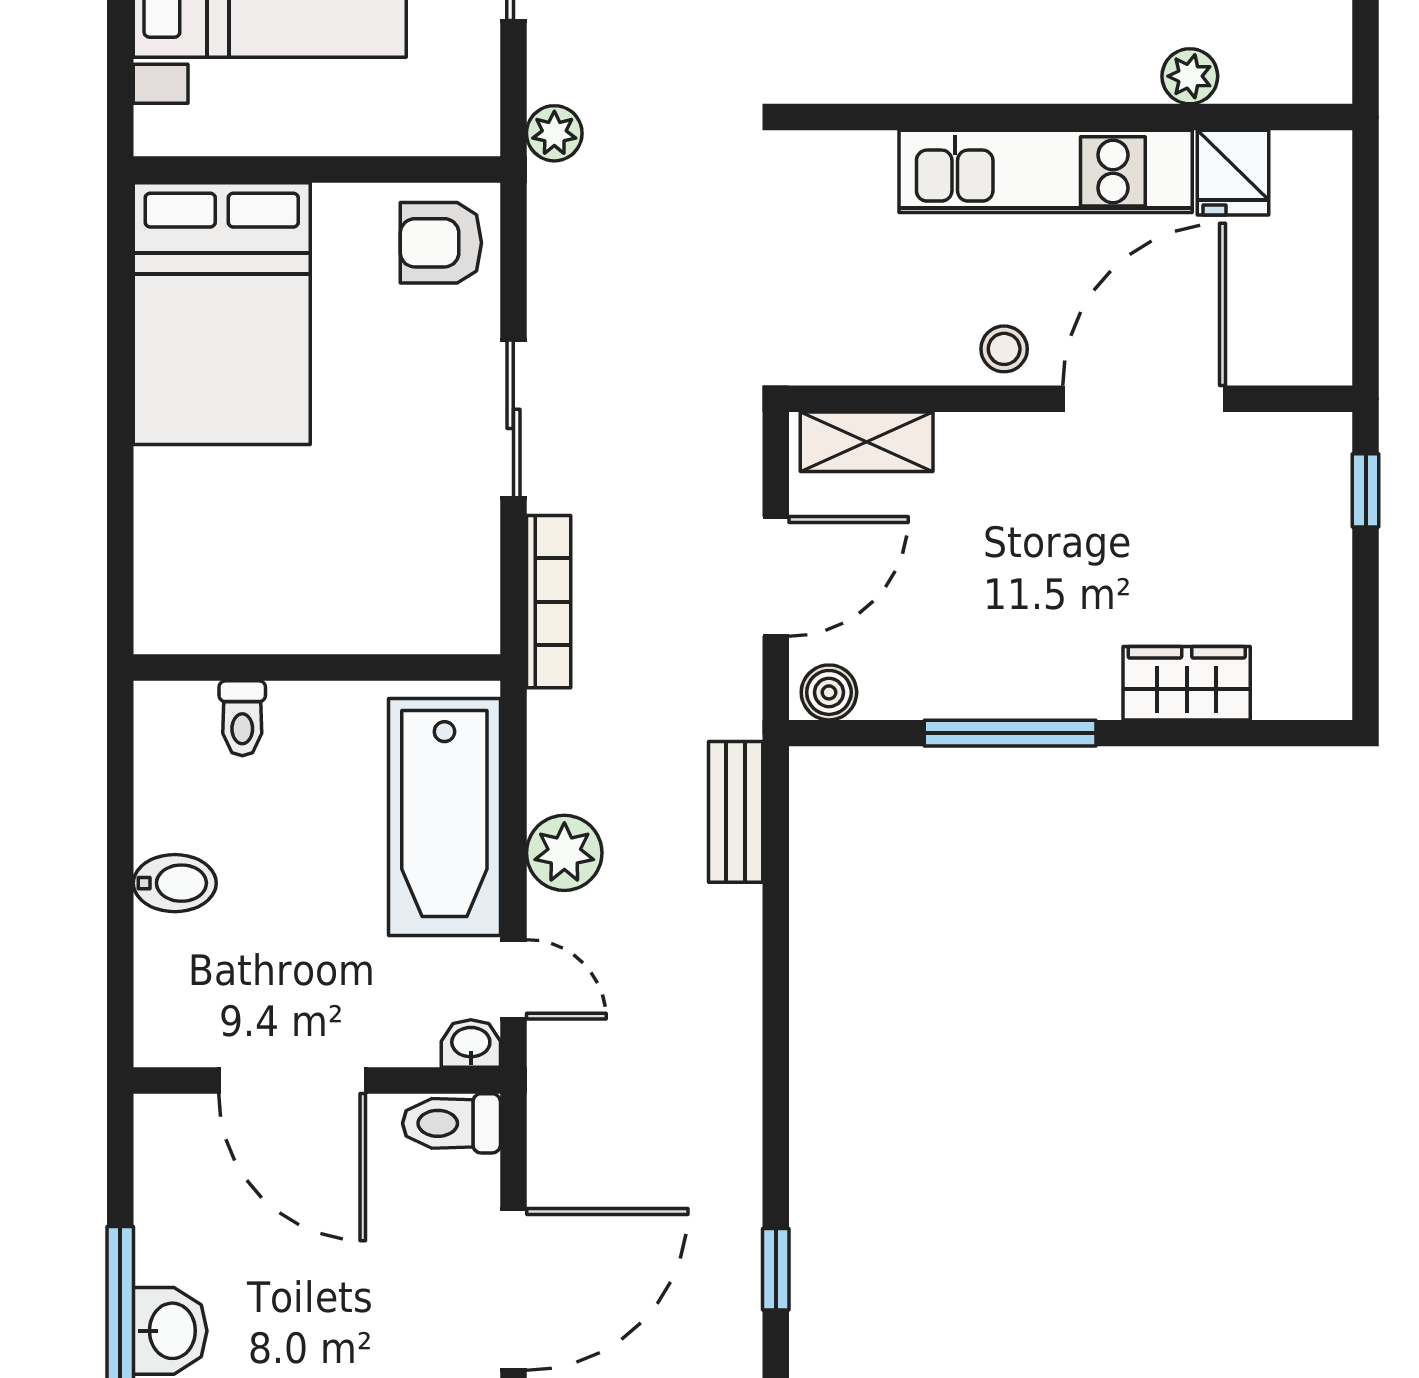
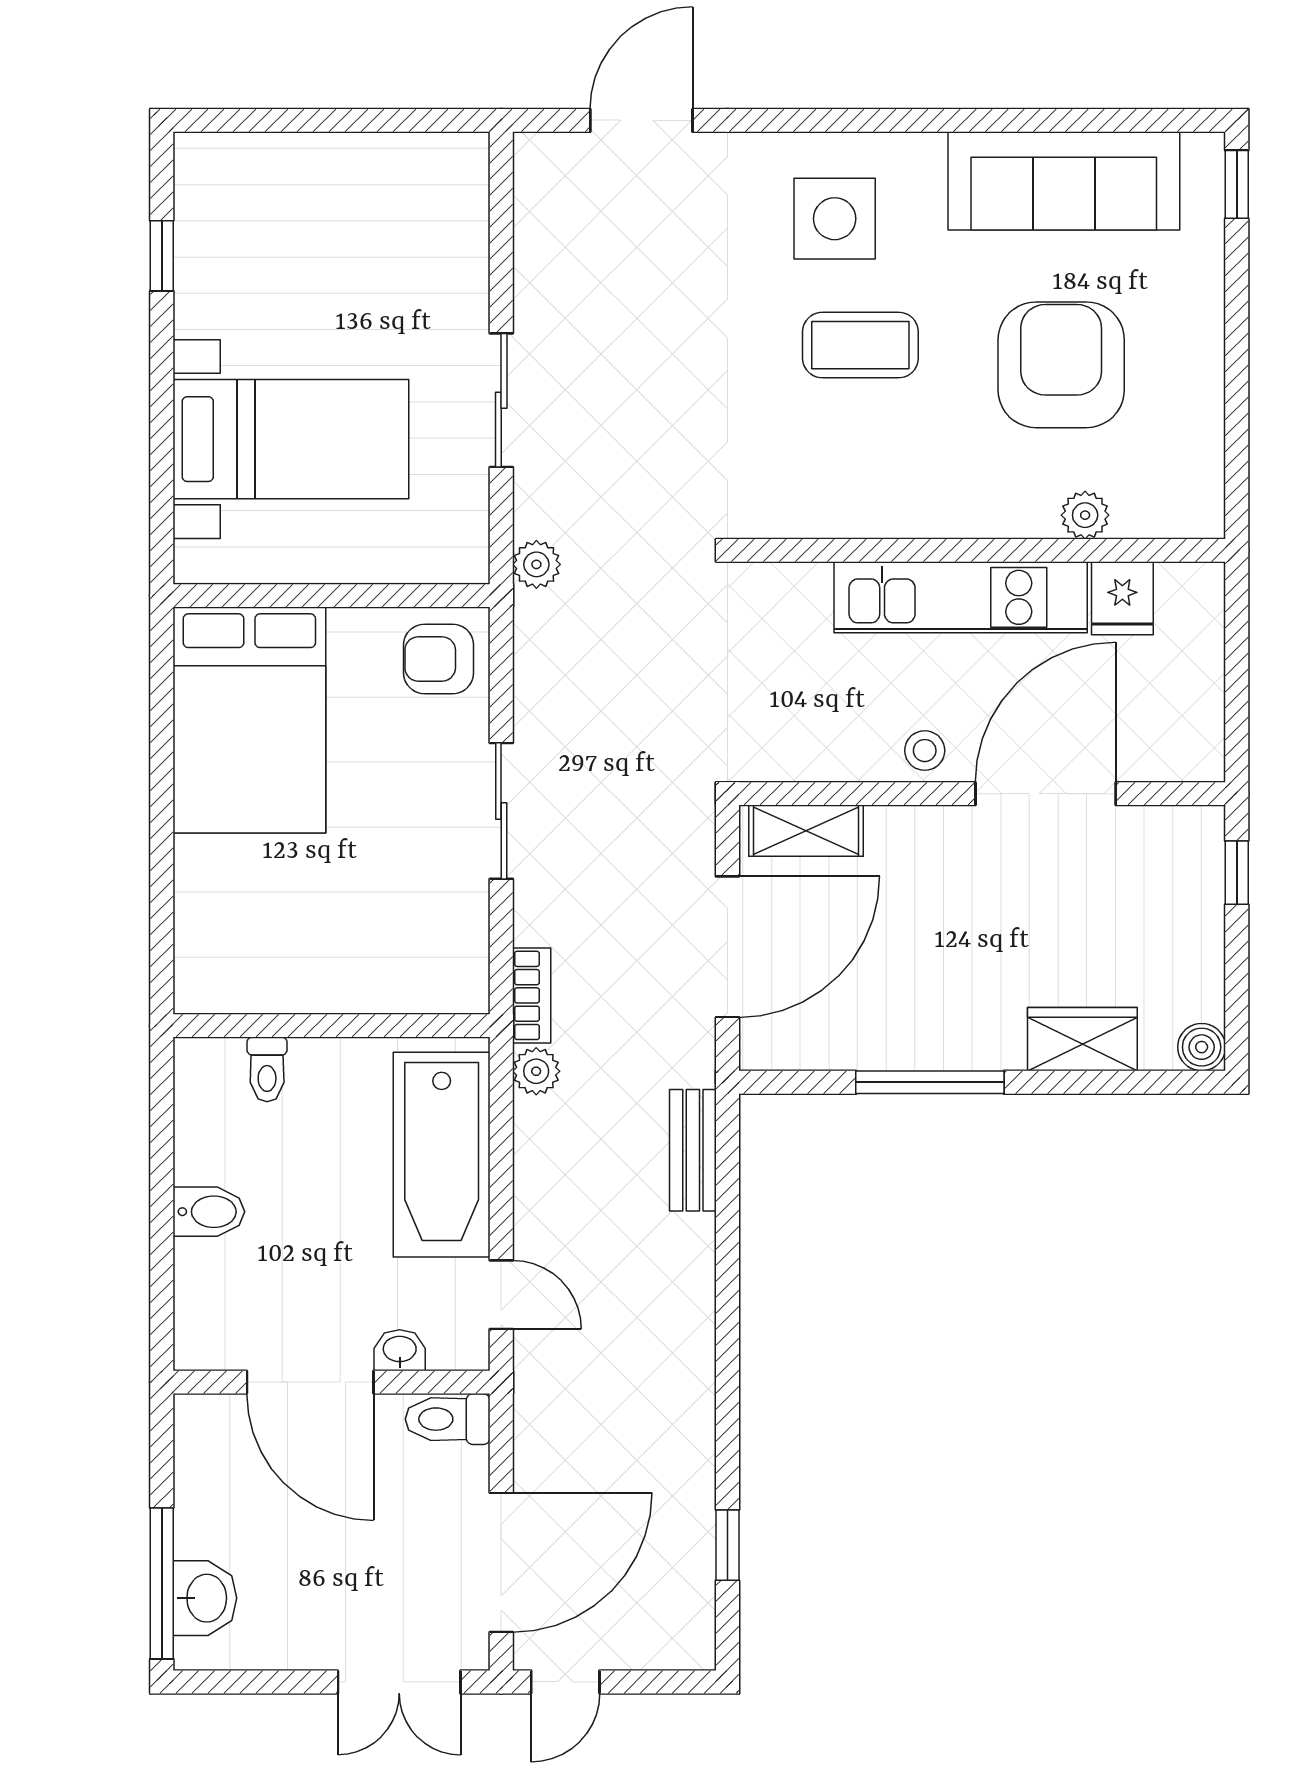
door: (776, 576) -> (728, 947), width x1.36
bookcase: (549, 602) -> (532, 995), width x0.64
boiler: (829, 692) -> (1202, 1047), moved
plant: (564, 853) -> (536, 1071), moved, width x0.73, depth x0.73
washbasin: (471, 1044) -> (400, 1350), moved

